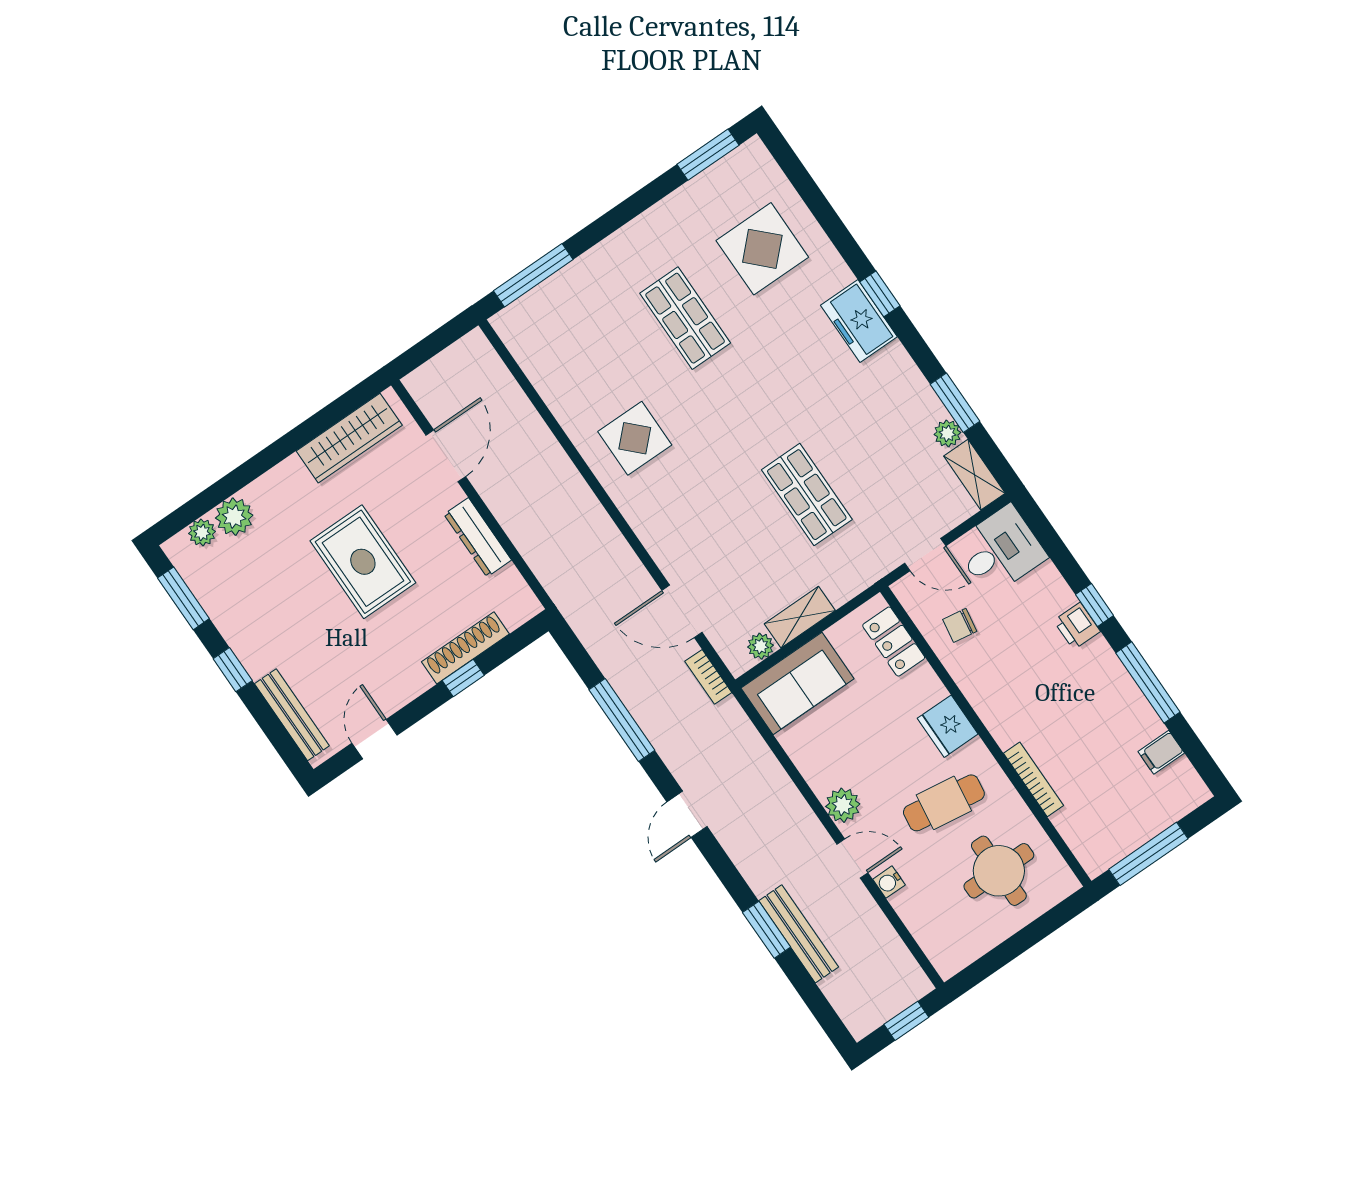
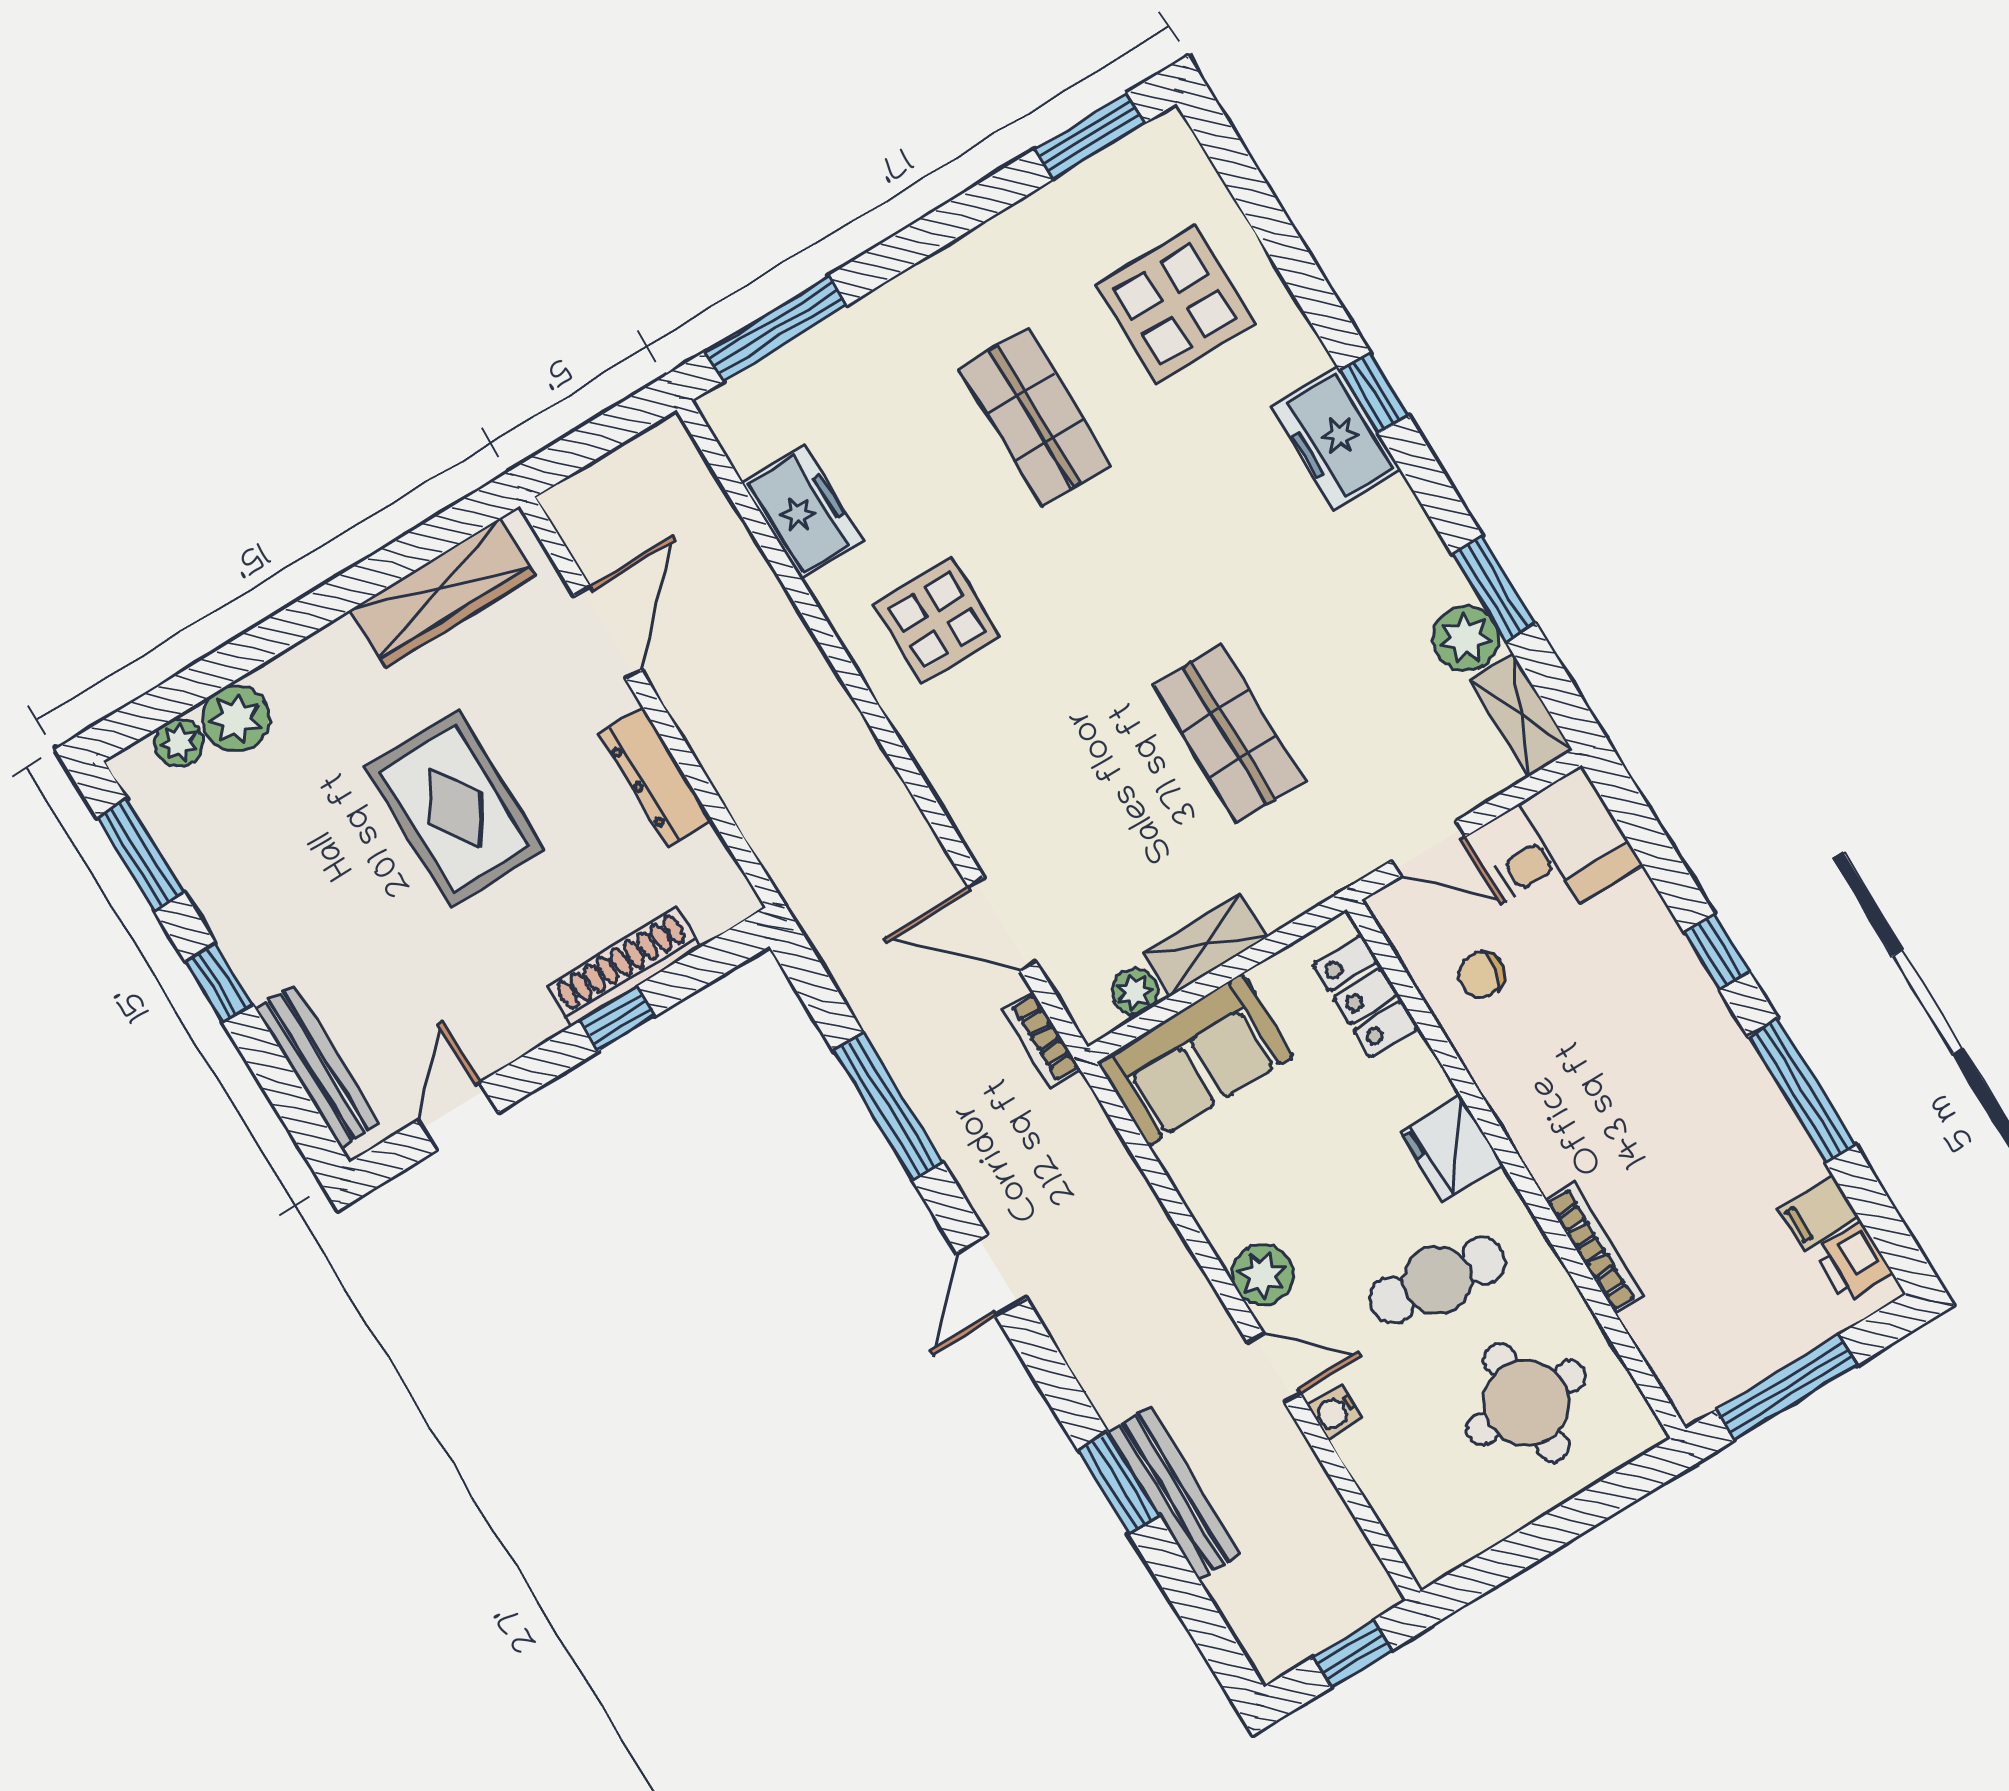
freezer: (554, 380) -> (803, 512), added
plant: (947, 433) -> (1466, 638), width x1.38, depth x1.38
printer: (1077, 626) -> (1853, 1262), moved

